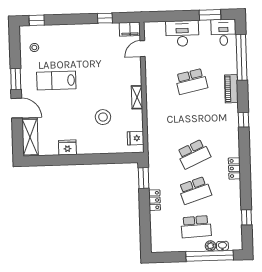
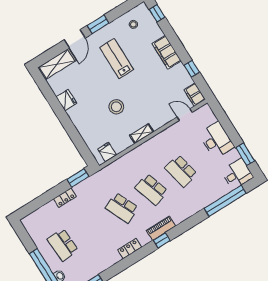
filing cabinet: (77, 32) -> (167, 52), added
piano: (231, 89) -> (161, 228), moved
stool: (103, 117) -> (116, 107), moved
window: (243, 120) -> (162, 240), moved
school desk: (195, 190) -> (151, 189), moved
plant: (210, 246) -> (54, 266), removed

